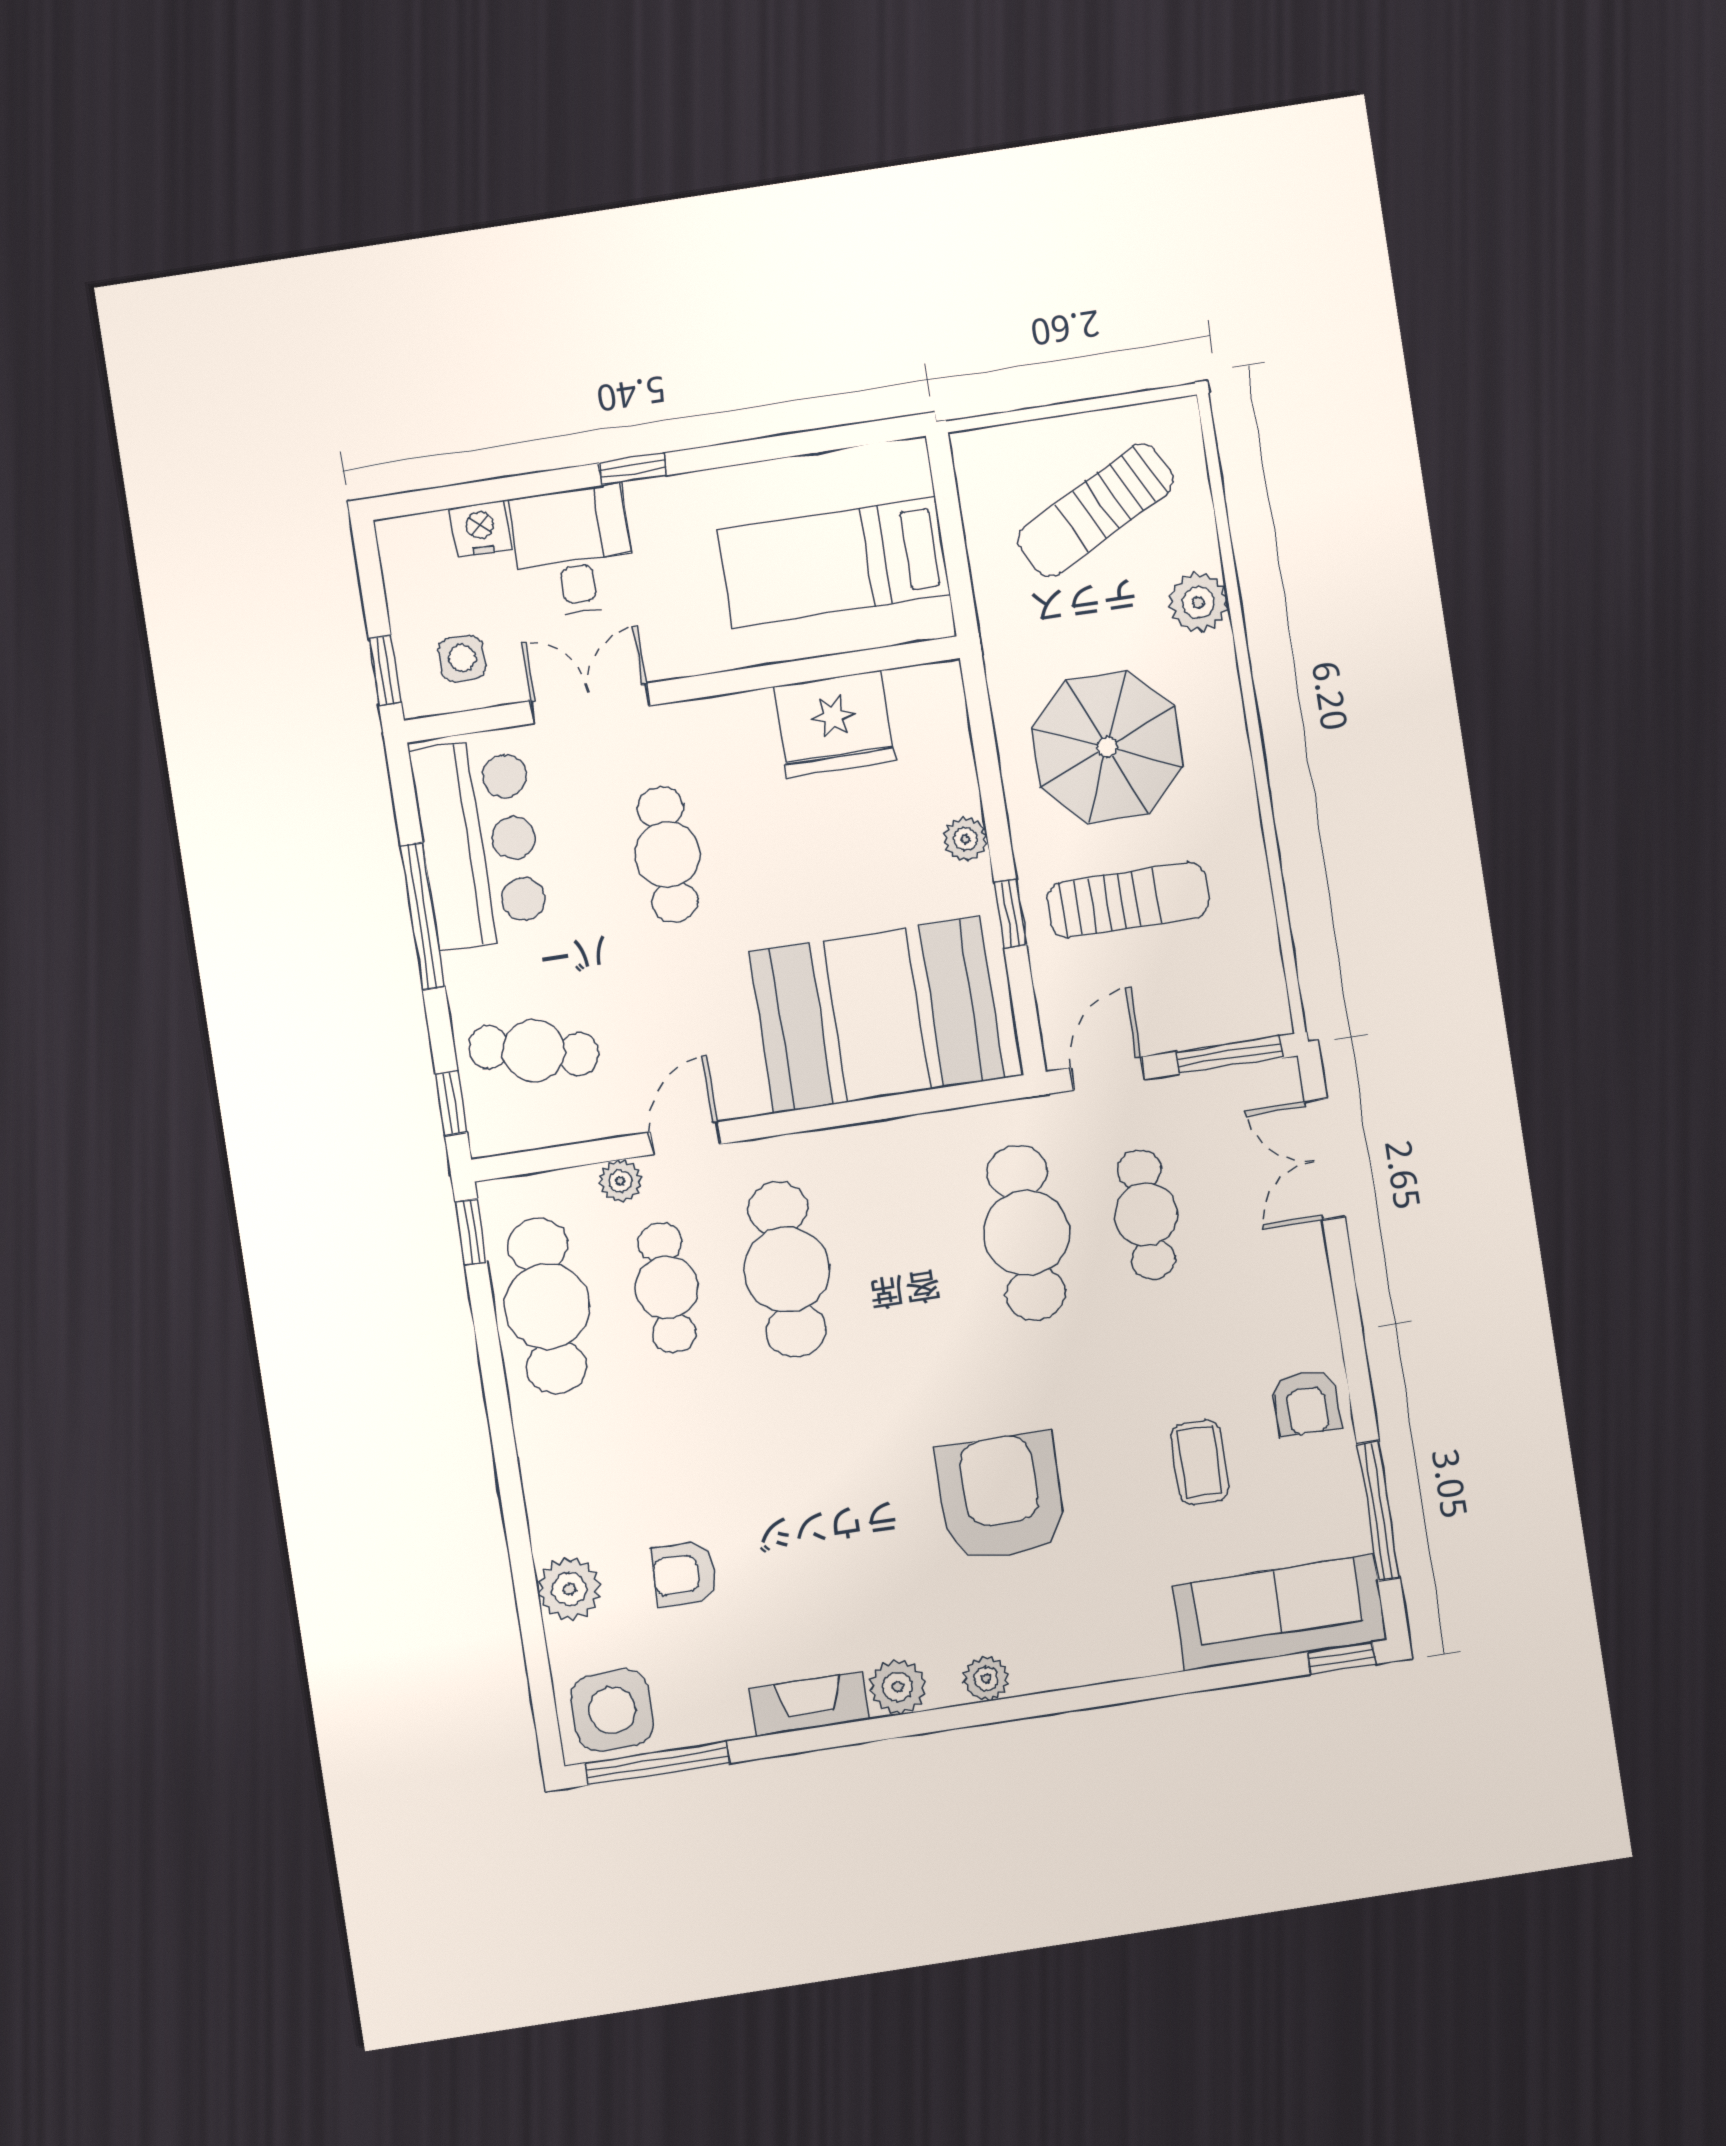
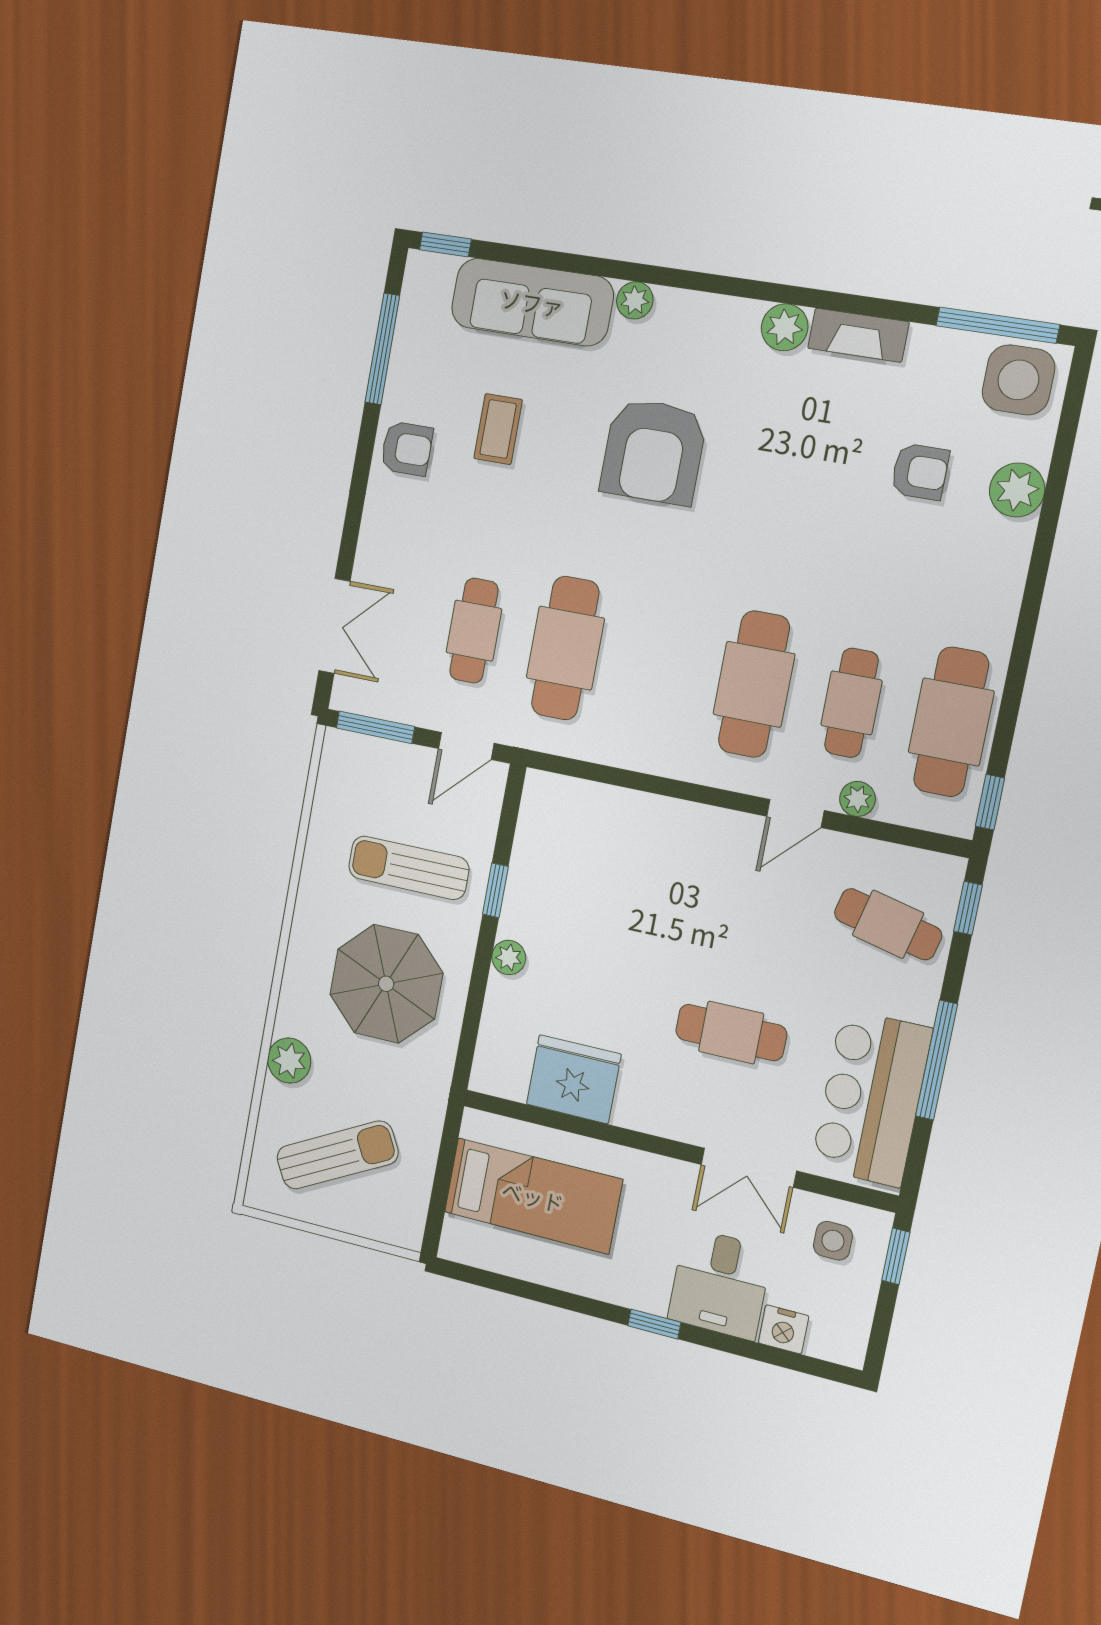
cafe table: (668, 855) -> (731, 1032), turned 90
booth: (877, 1015) -> (618, 853), removed
armchair: (1306, 1403) -> (407, 449), turned 90
sofa: (1279, 1613) -> (532, 302), moved
plant: (986, 1679) -> (635, 300), moved

